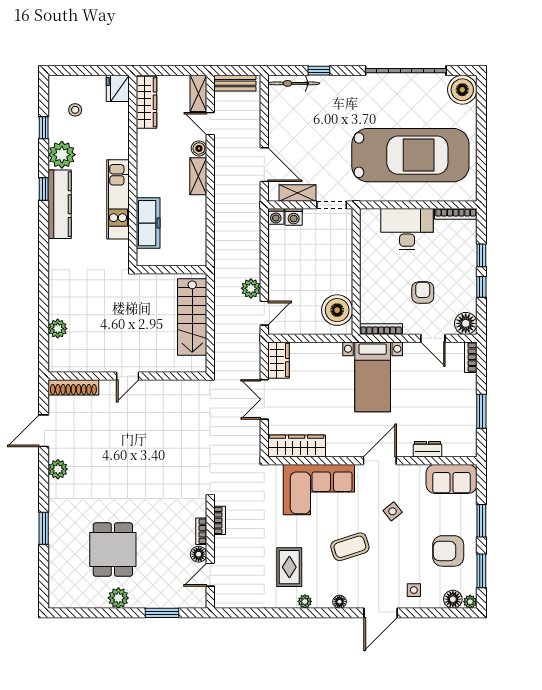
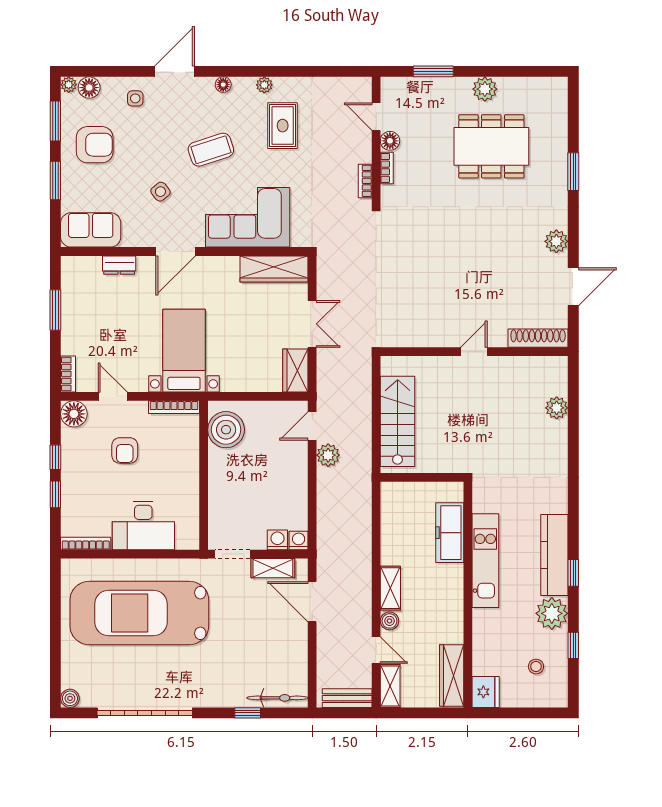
boiler: (462, 90) -> (70, 698), width x0.54, depth x0.54
dining table: (113, 550) -> (491, 146), width x1.38
door: (210, 575) -> (376, 117), swing flipped

